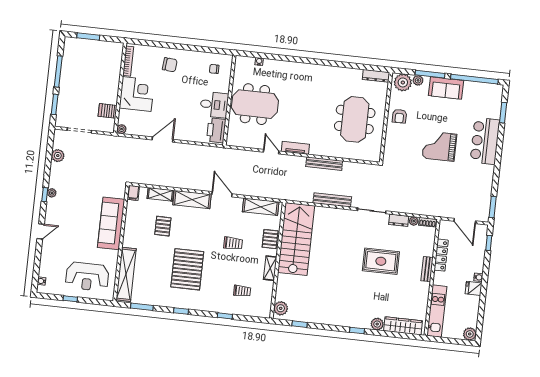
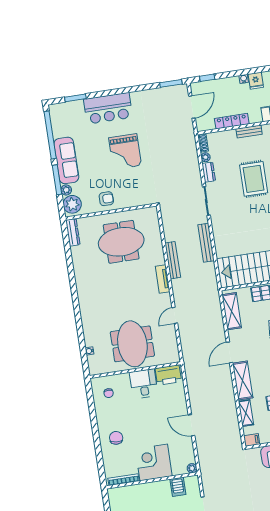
sofa: (446, 88) -> (66, 160), width x1.36
tv unit: (295, 148) -> (163, 279), moved

